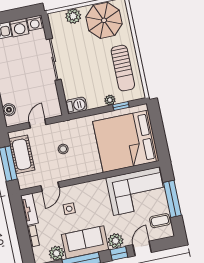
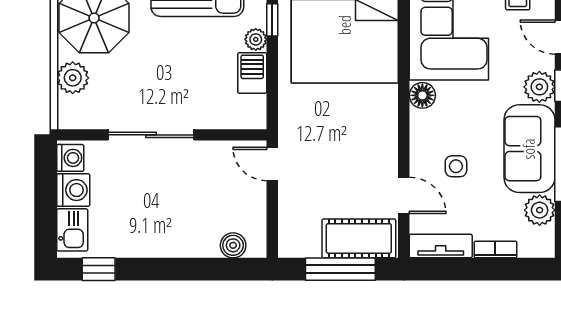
barbecue: (76, 105) -> (252, 73), moved
door: (38, 123) -> (272, 164), moved
stool: (63, 149) -> (334, 153), removed
cot: (22, 154) -> (359, 238), moved
floor lamp: (100, 186) -> (422, 95), added

